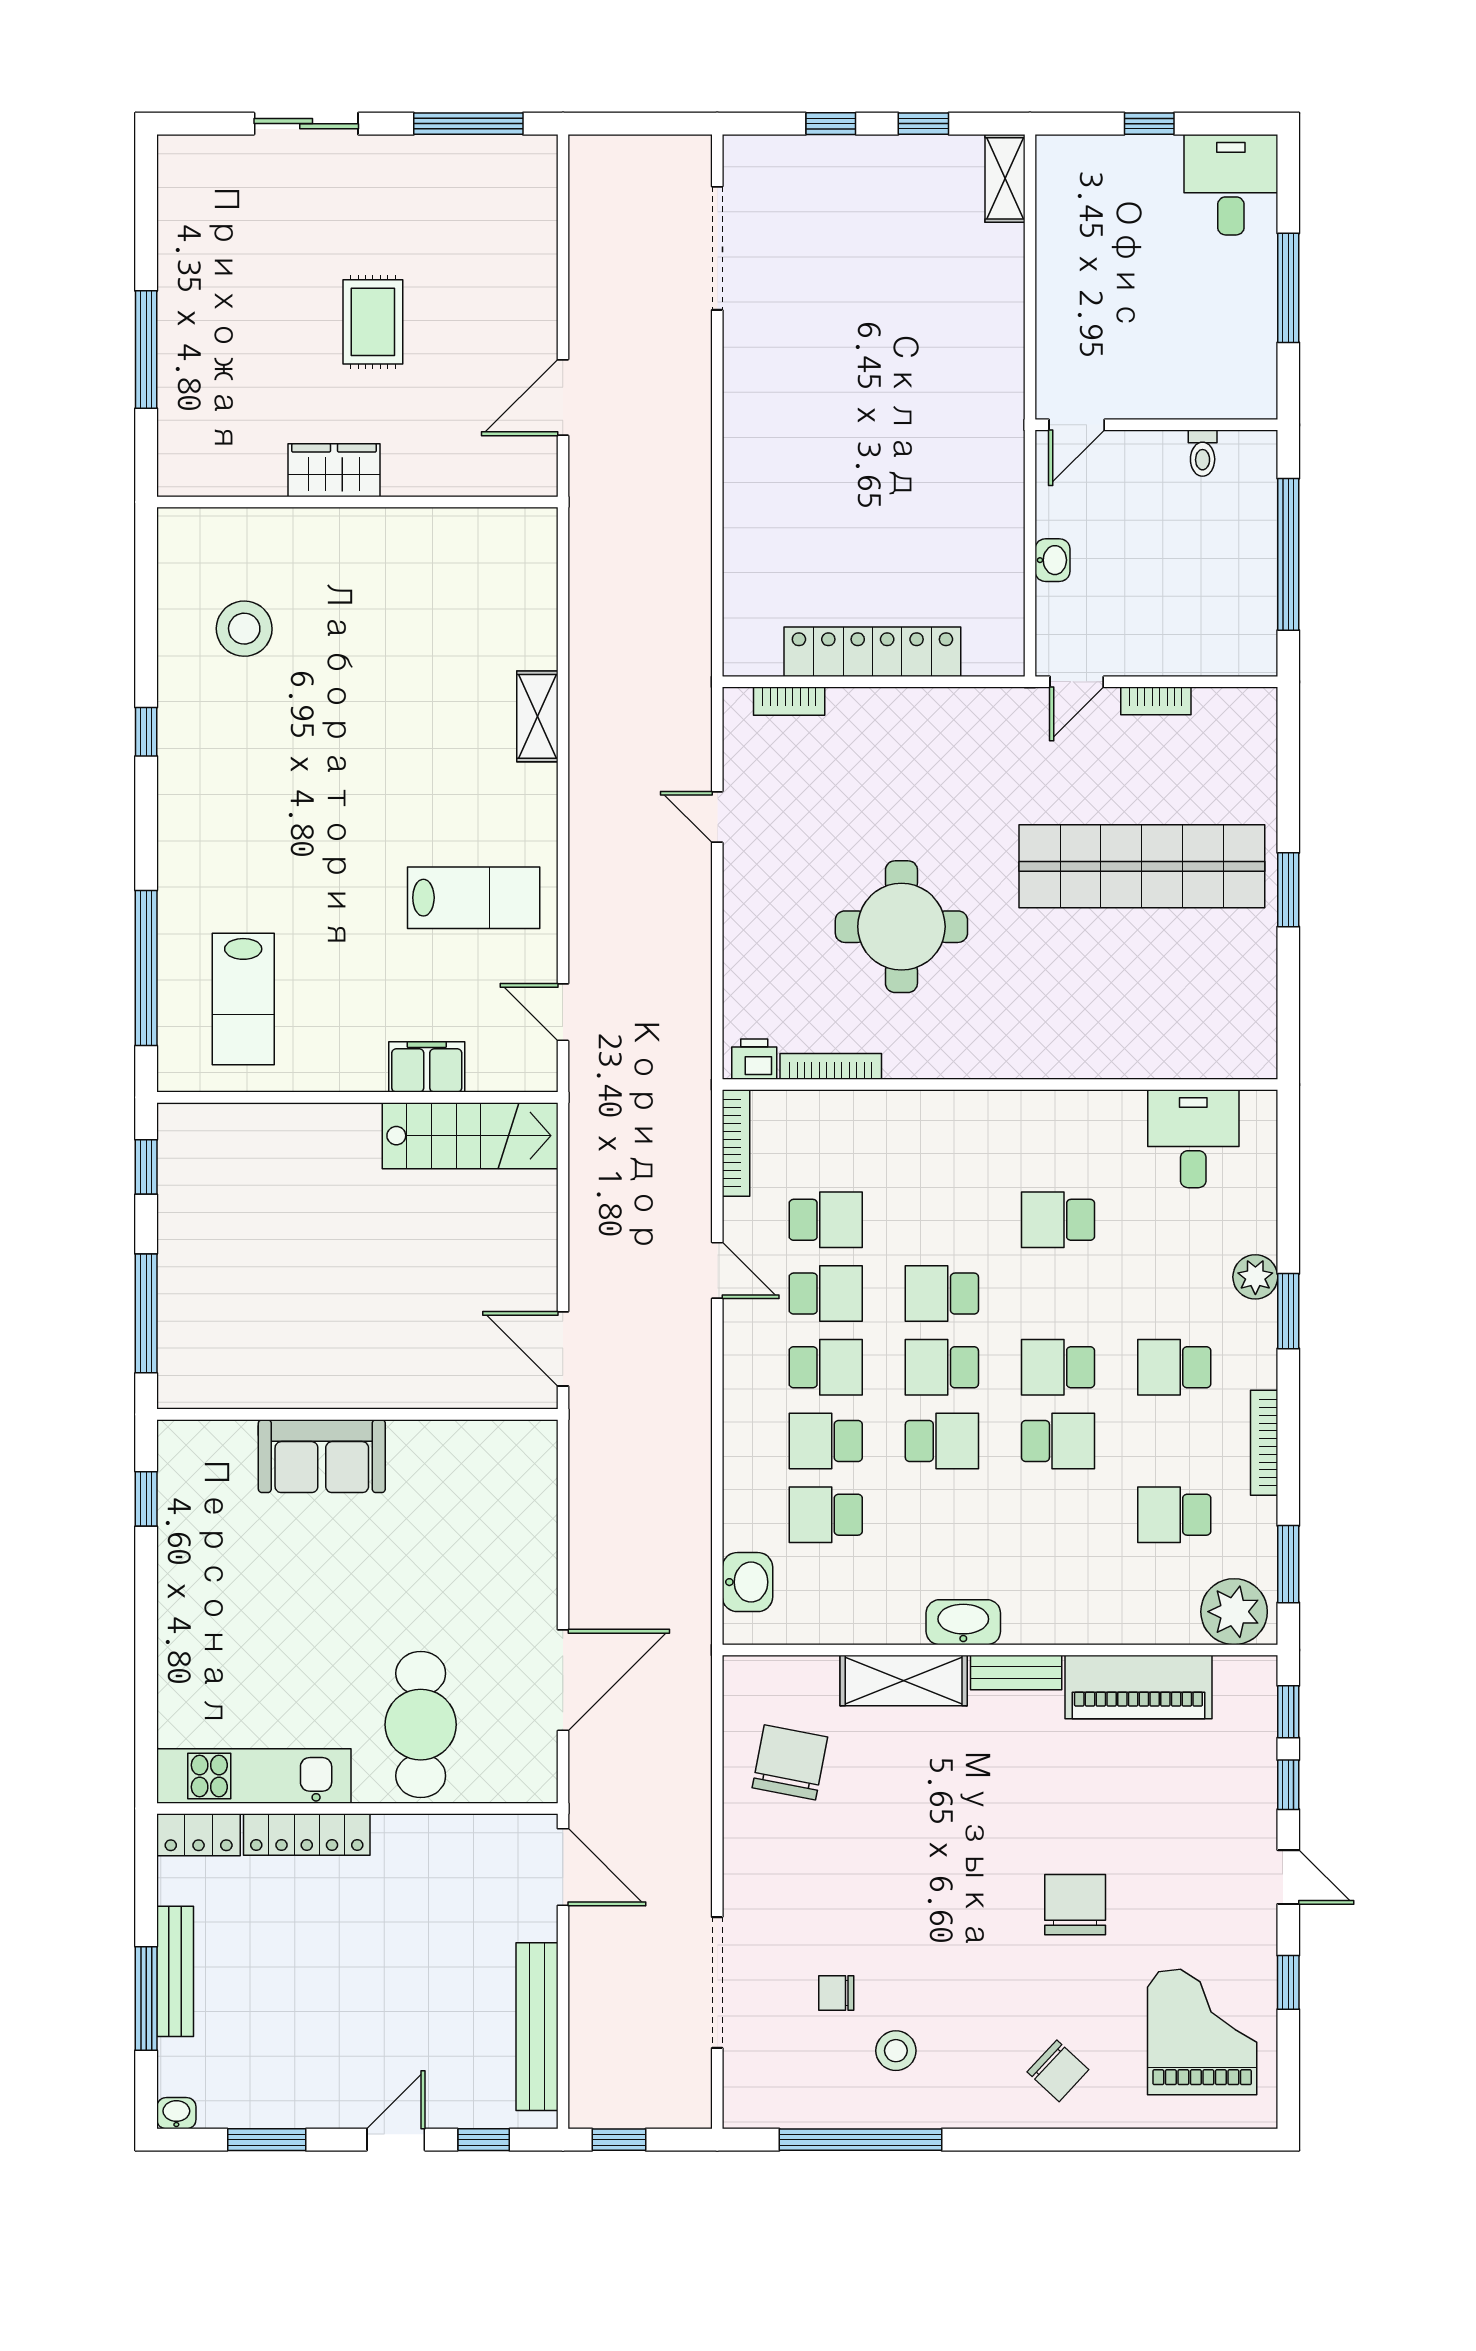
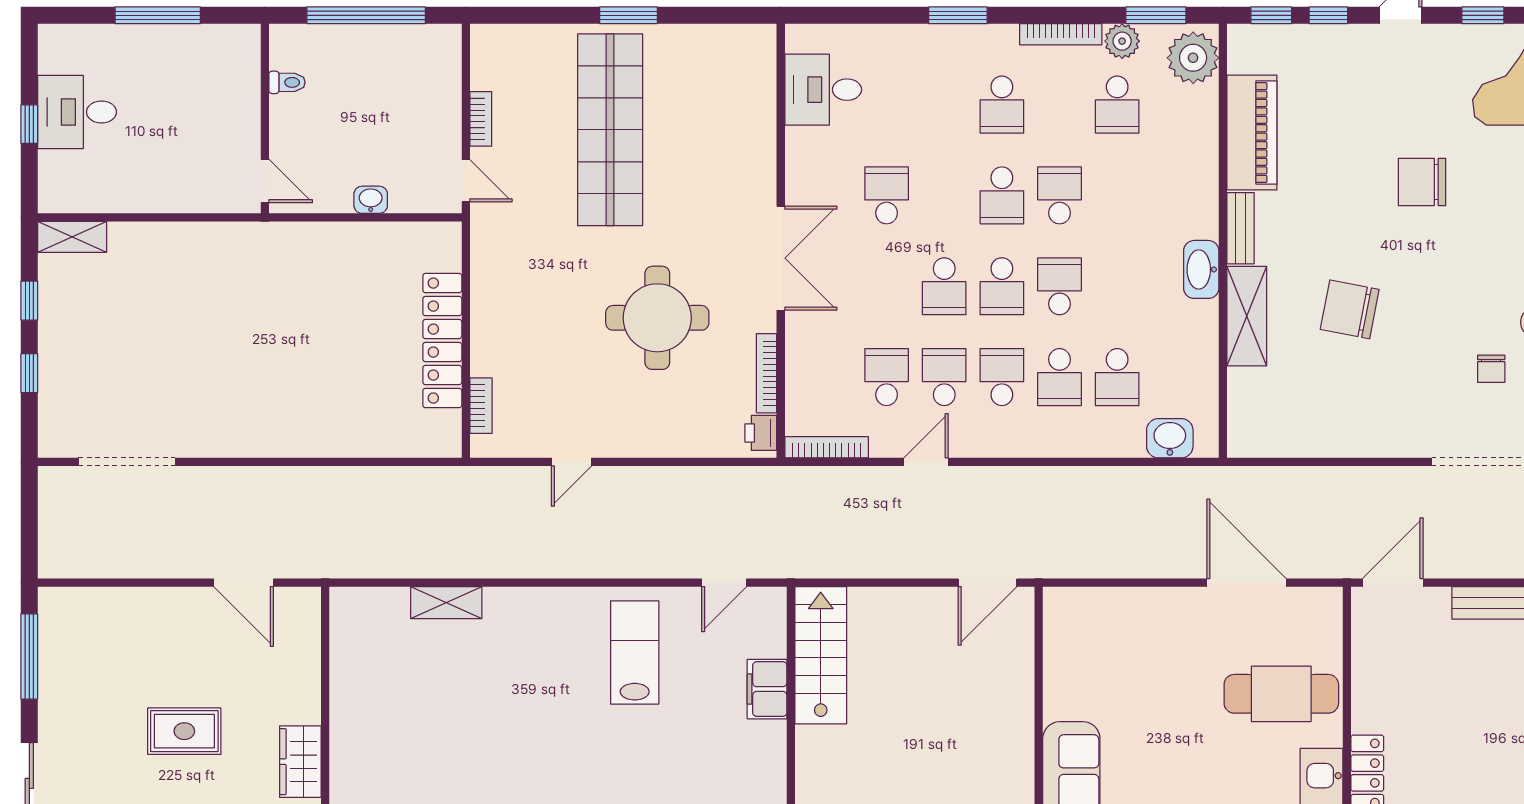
desk: (1231, 185) -> (77, 112), moved
shelving: (537, 716) -> (446, 603), moved
double door: (978, 1085) -> (781, 258), added
school desk: (1058, 1220) -> (887, 195), turned 180
plant: (1255, 1277) -> (1122, 41), moved
chair: (790, 1762) -> (1350, 309), moved

